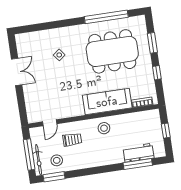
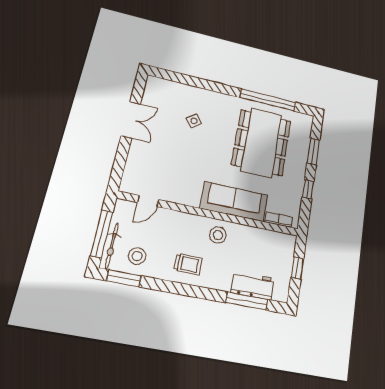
dining table: (112, 51) -> (262, 142), turned 90
trolley: (72, 140) -> (188, 264), moved

